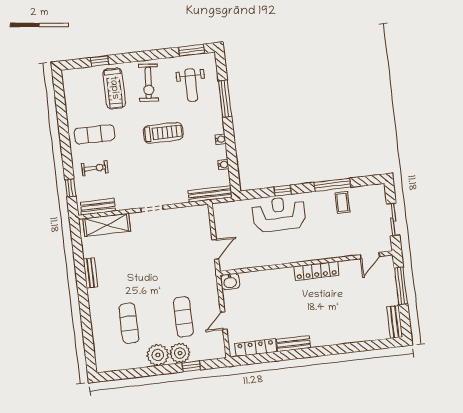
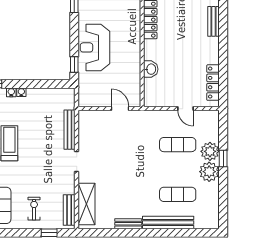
water cooler: (223, 165) -> (11, 92), moved
window: (283, 191) -> (74, 64), moved
bench: (210, 194) -> (70, 130), moved
washbasin: (230, 282) -> (151, 69), moved
bench: (97, 317) -> (168, 223), added
bench: (294, 344) -> (214, 21), moved
window: (191, 366) -> (223, 158), moved

